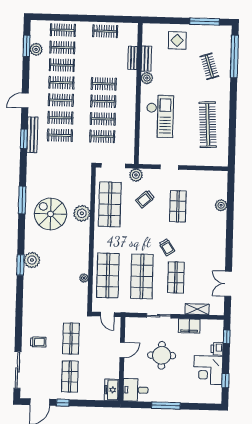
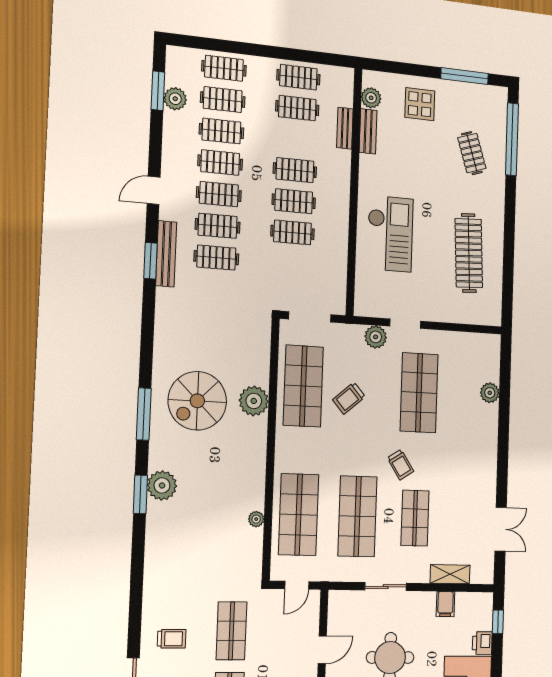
plant: (147, 78) -> (371, 98), moved
clothes rail: (102, 136) -> (297, 108), moved
plant: (136, 175) -> (376, 337), moved
trolley: (145, 199) -> (349, 398), moved
window: (22, 200) -> (144, 414), moved
shop shelf: (178, 206) -> (419, 393), width x1.43, depth x1.36
spiral stairs: (50, 214) -> (197, 401), turned -90
double door: (228, 284) -> (501, 529), swing flipped
door: (107, 314) -> (297, 585), hinge flipped
filing cabinet: (189, 326) -> (445, 604), width x0.50

